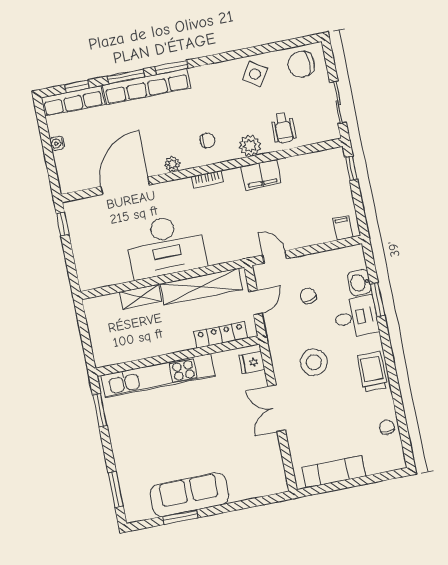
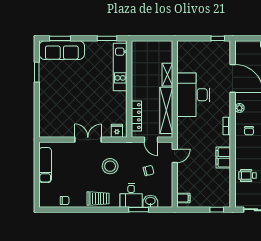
plant: (250, 146) -> (241, 154), removed
kitchen unit: (158, 376) -> (120, 67), width x0.73
sofa: (189, 495) -> (62, 50), moved, turned 90

